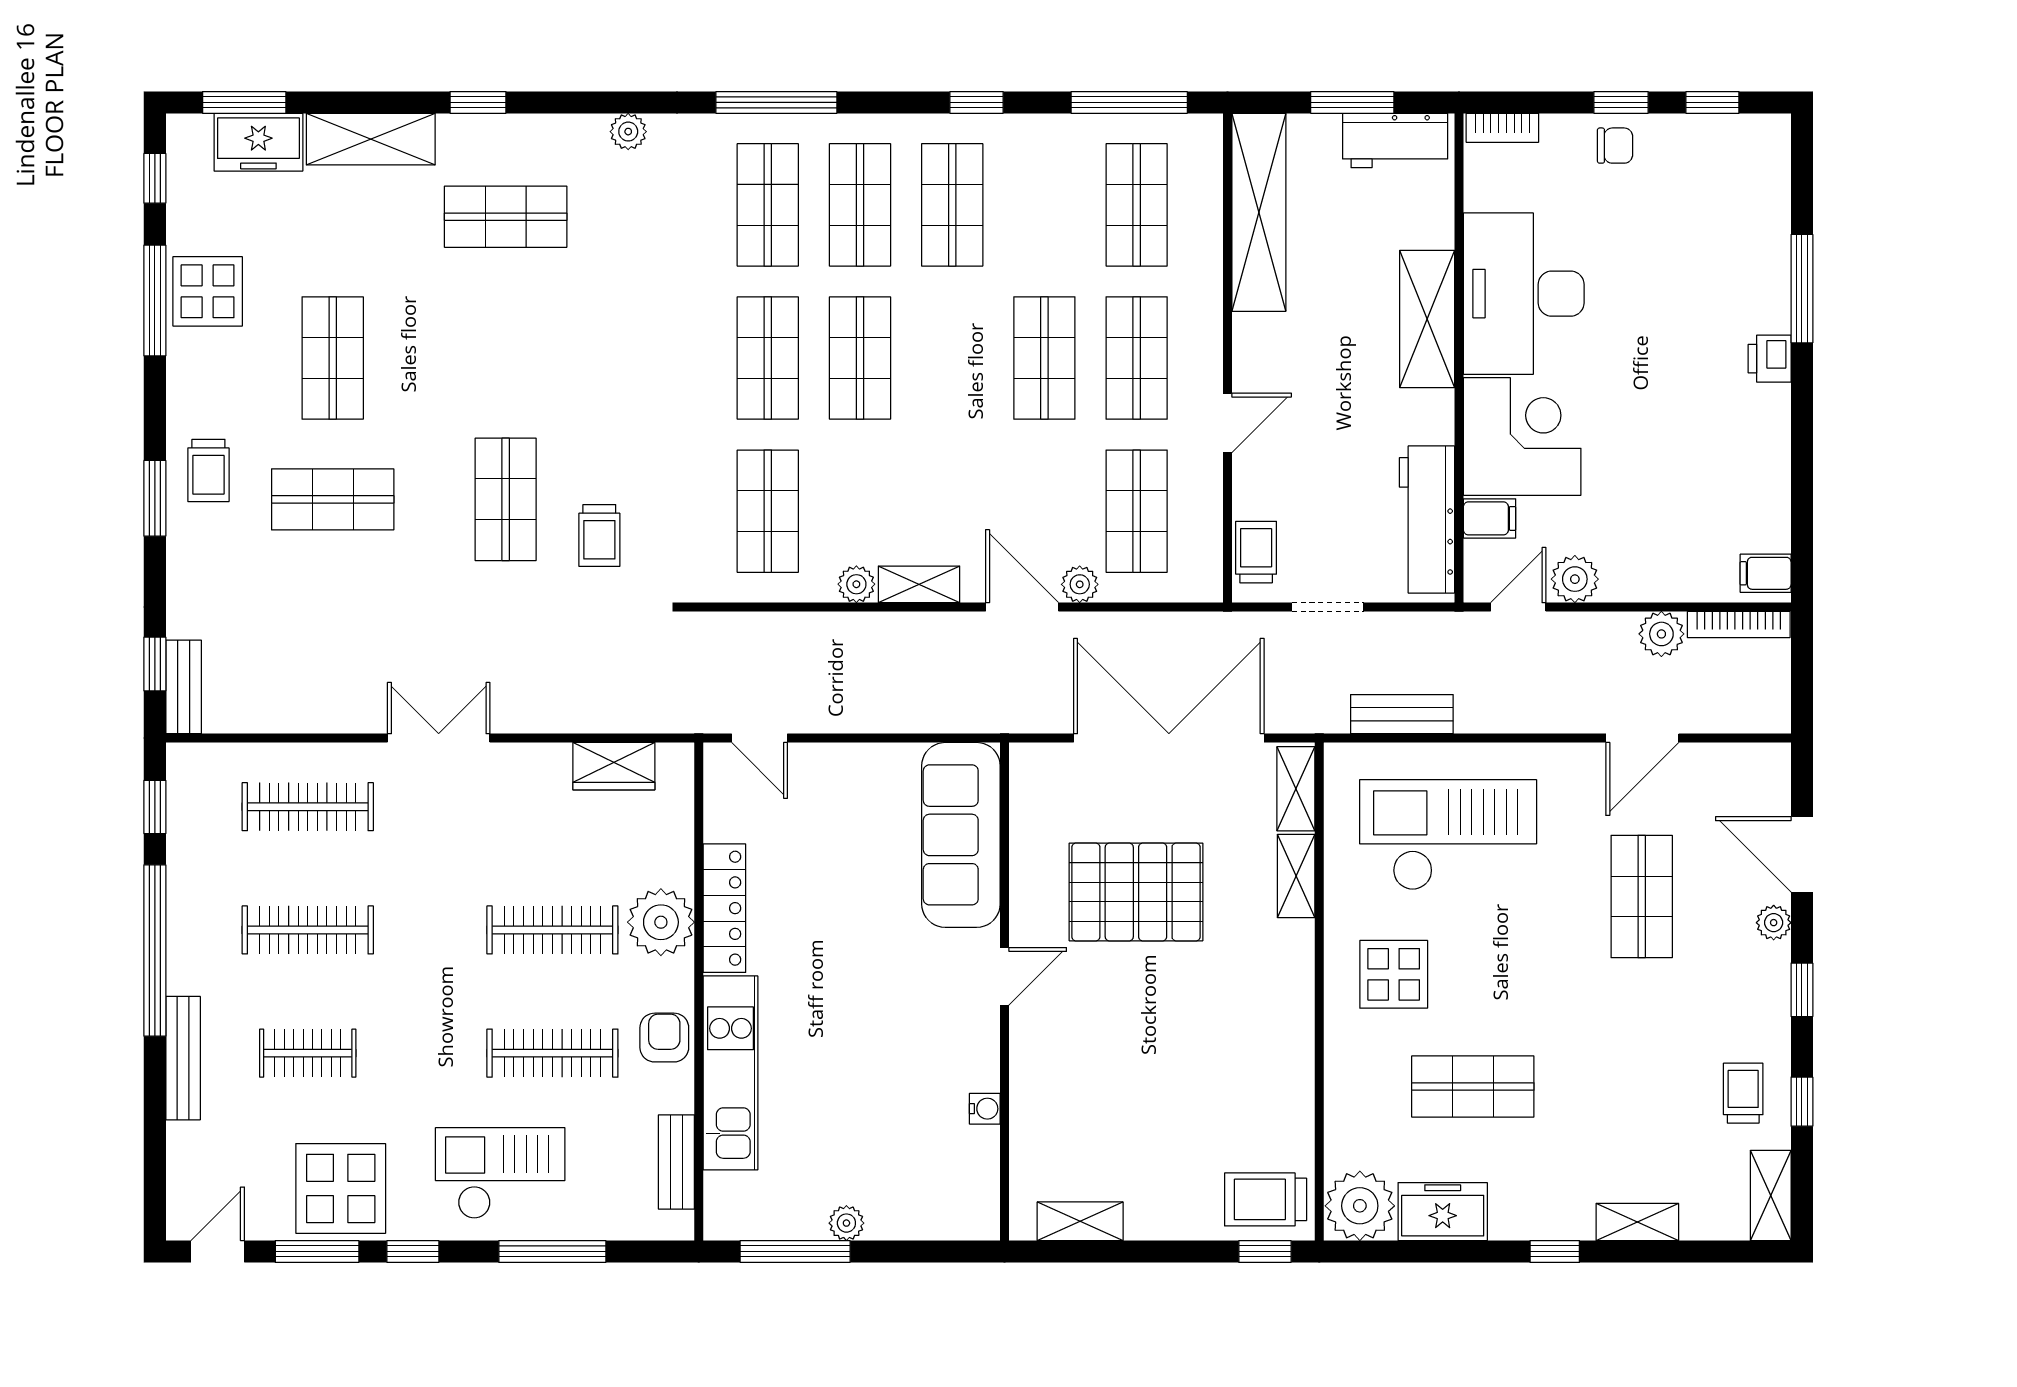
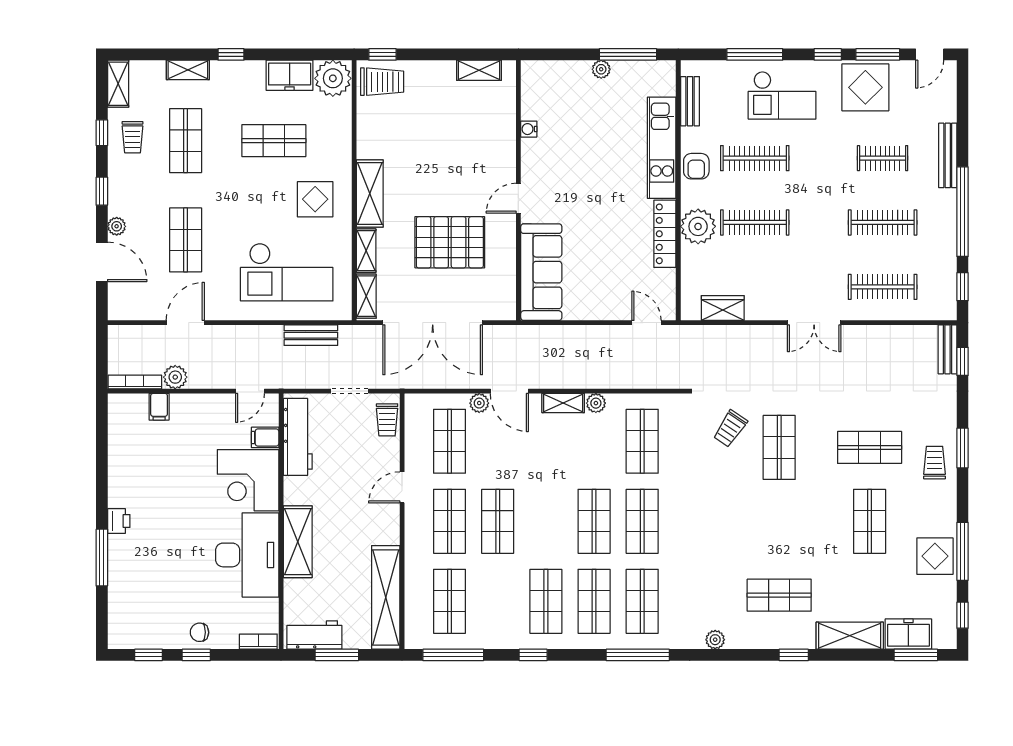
trolley: (599, 535) -> (730, 429), turned -146
filing cabinet: (1766, 573) -> (159, 407), moved, turned 90
plant: (1575, 579) -> (220, 406), removed
shelving: (1289, 985) -> (370, 194), added
shop shelf: (1642, 1086) -> (186, 141), added

